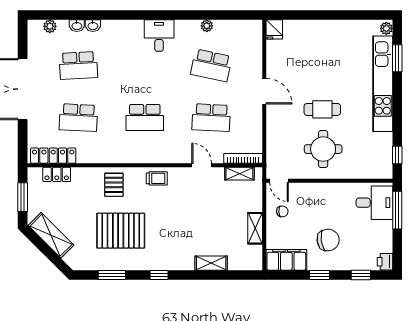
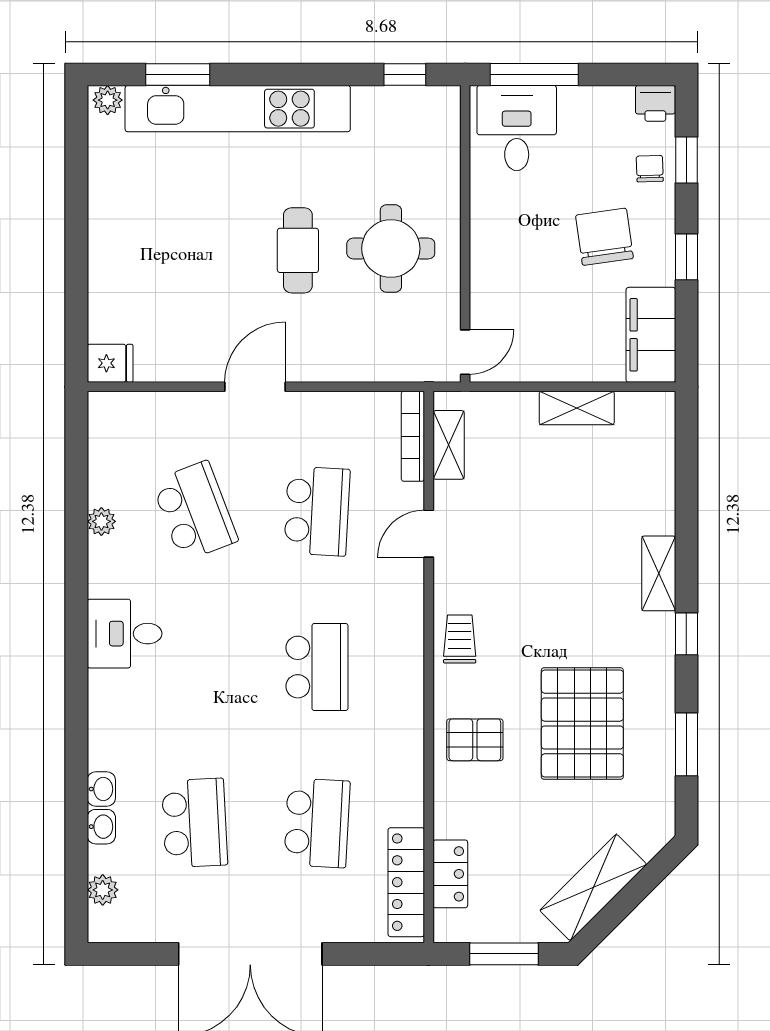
school desk: (211, 65) -> (195, 511), turned -33
chair: (282, 211) -> (650, 169), moved
shelving: (211, 263) -> (659, 573), moved

